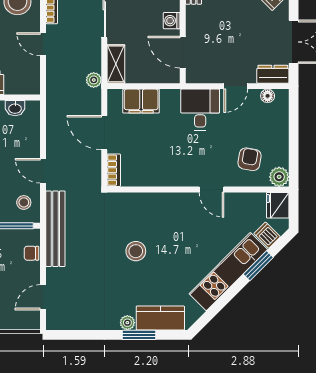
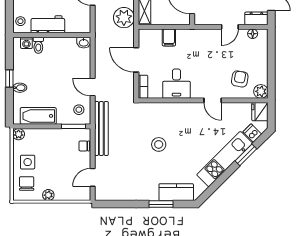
plant: (94, 80) -> (124, 18), width x1.87, depth x1.87
filing cabinet: (141, 101) -> (169, 37), width x0.50
washbasin: (15, 108) -> (84, 43), moved
desk: (200, 110) -> (176, 84), moved, turned 180
plant: (127, 323) -> (153, 195), removed

